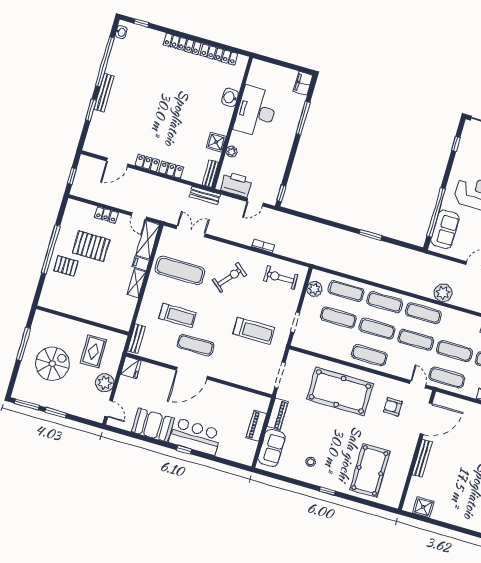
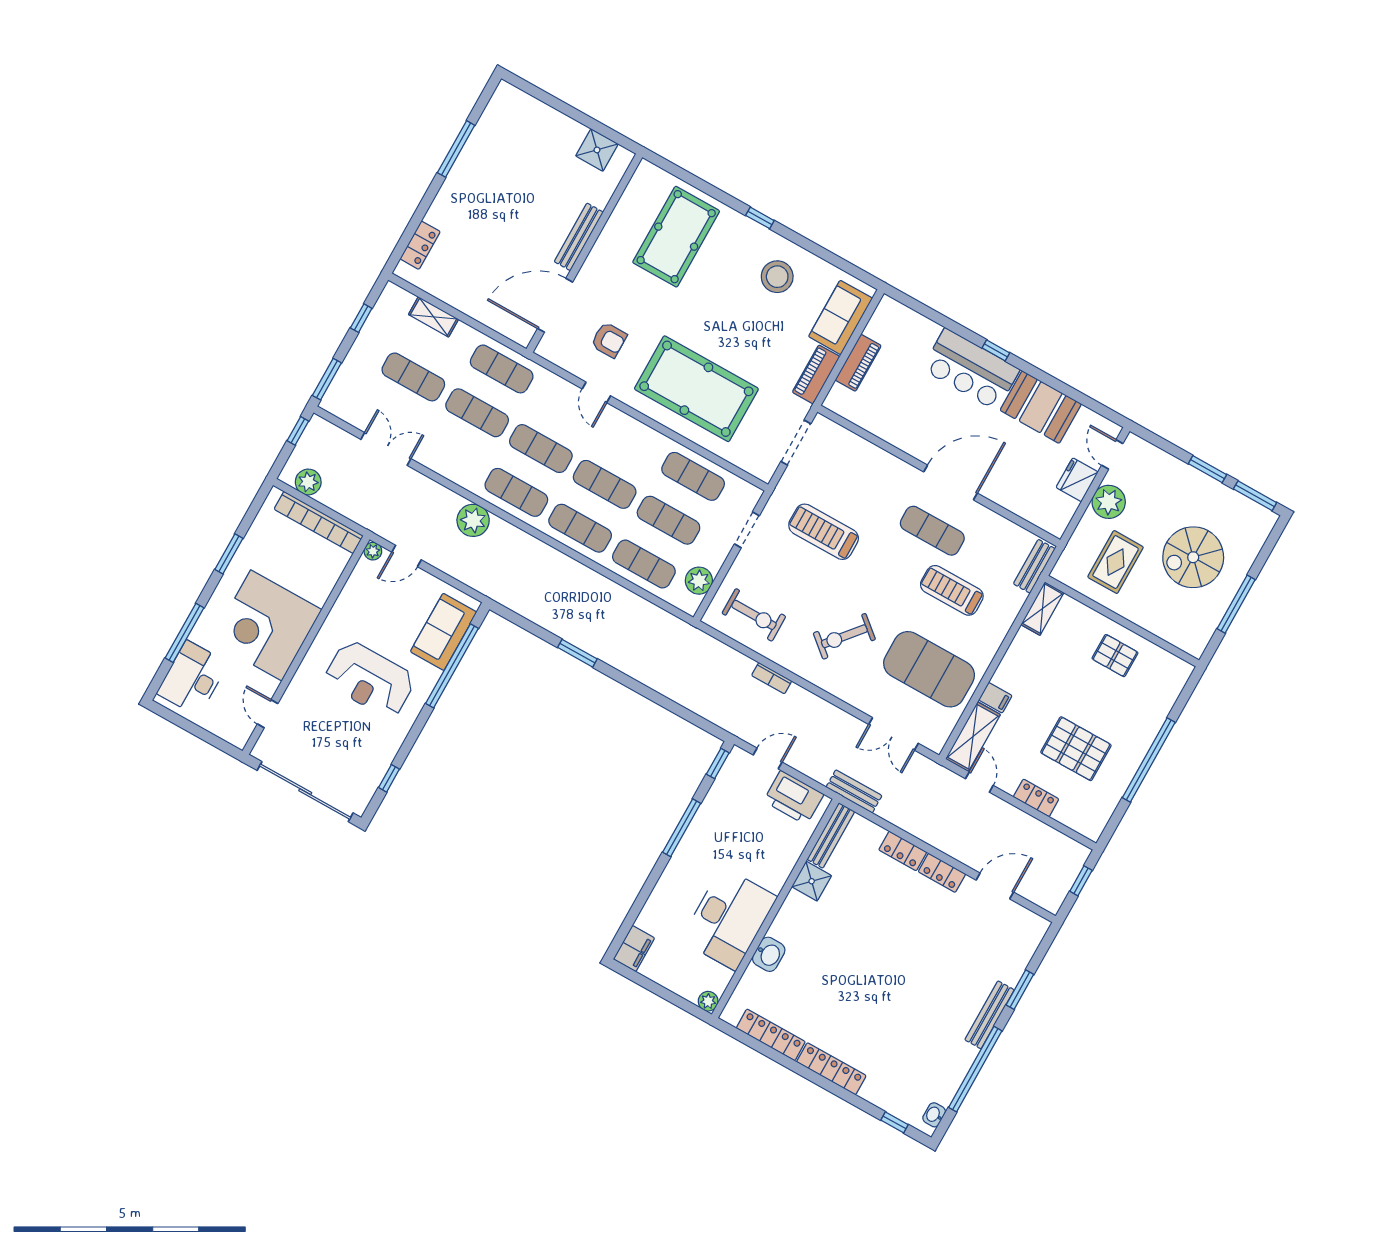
window: (303, 118) -> (682, 828), moved
plant: (231, 152) -> (708, 1001), moved
bench: (210, 174) -> (831, 835), width x1.36
pallet: (66, 266) -> (1115, 656), moved
exercise mat: (180, 270) -> (929, 669), width x1.47
shelving: (136, 283) -> (1042, 609), moved
exercise mat: (369, 355) -> (693, 476), moved
fridge: (131, 367) -> (1077, 480), moved
door: (418, 384) -> (596, 392), moved
stool: (311, 462) -> (777, 277), width x1.89, depth x1.89

